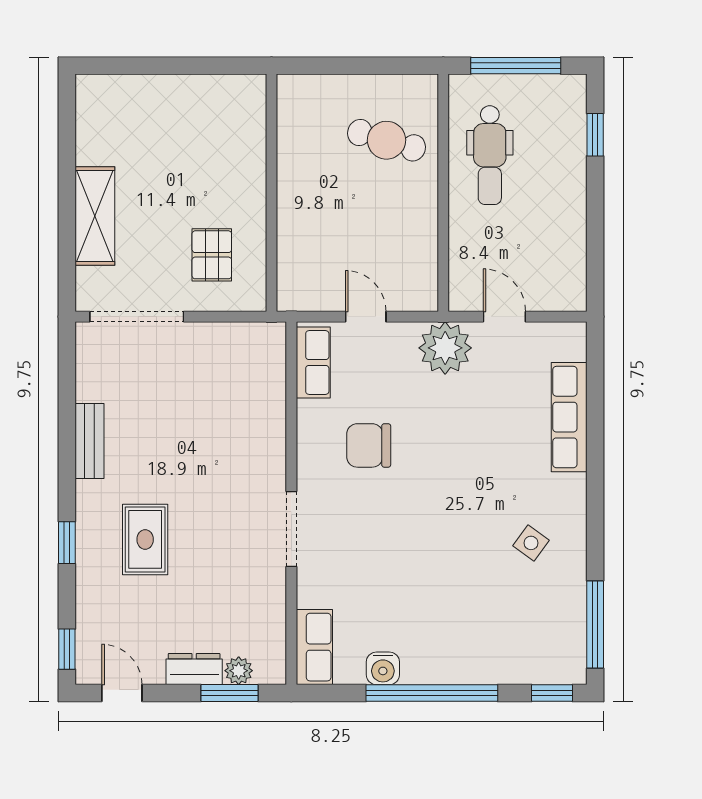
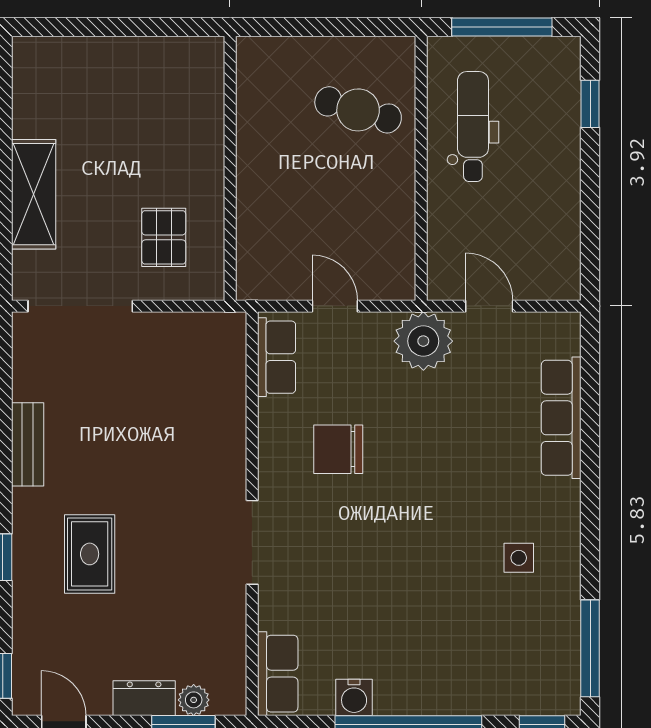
dental chair: (490, 155) -> (473, 127), turned 180
side table: (531, 543) -> (519, 558), turned -36

